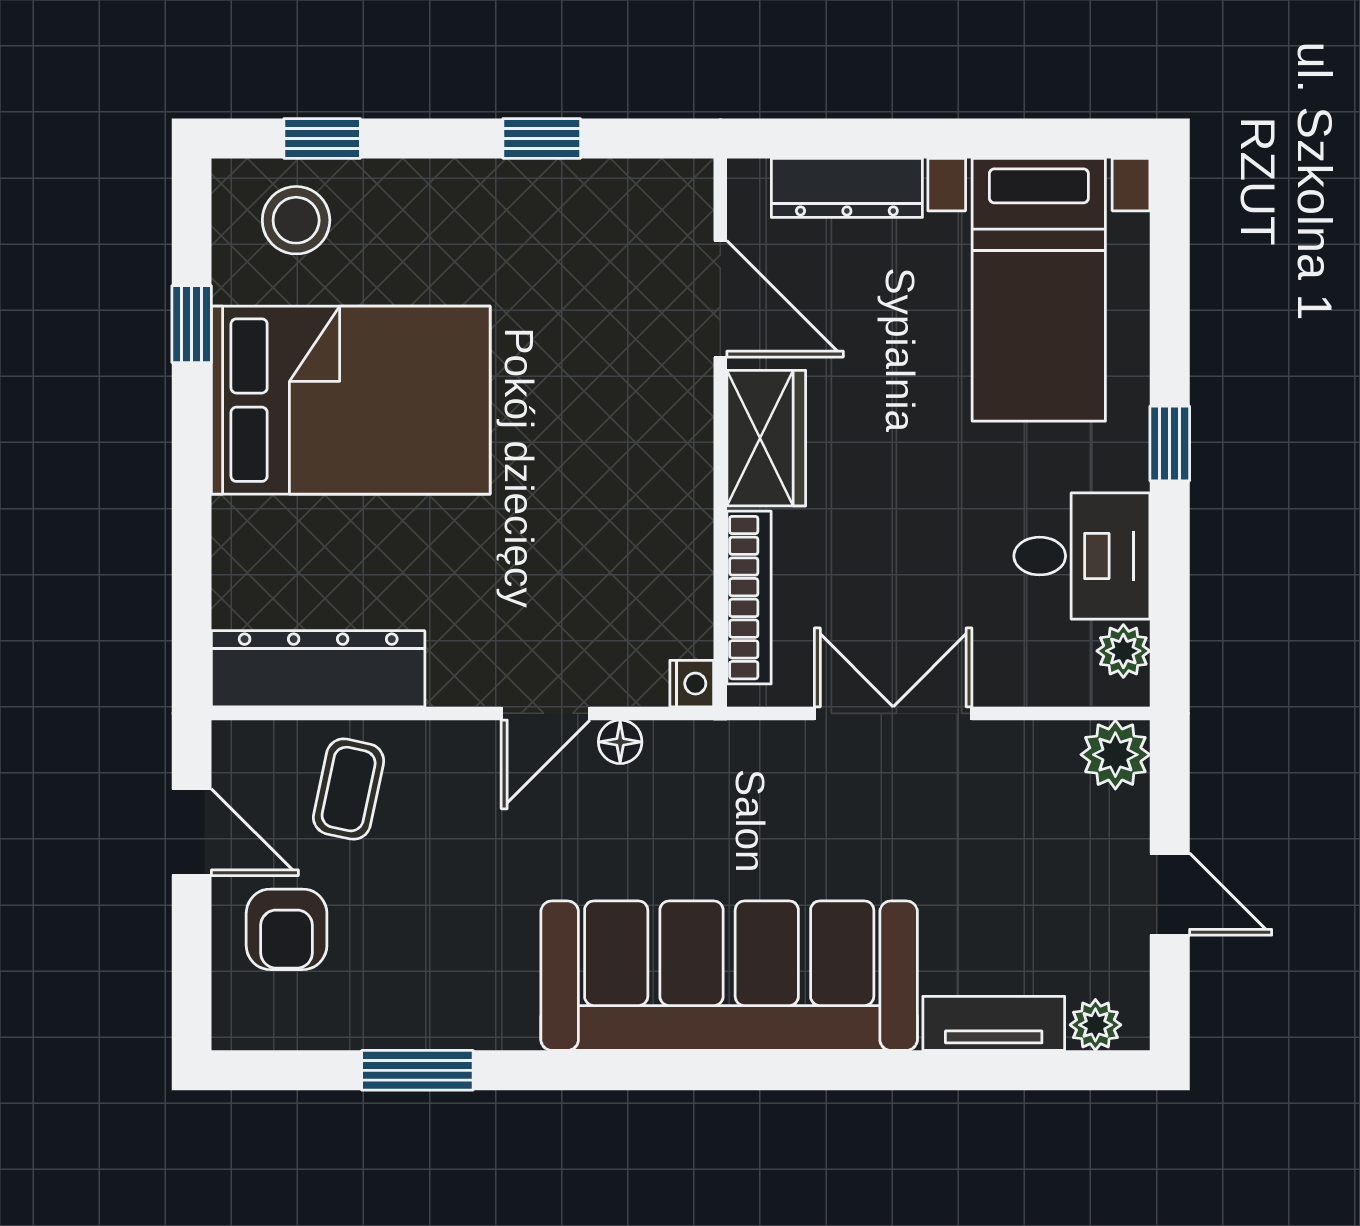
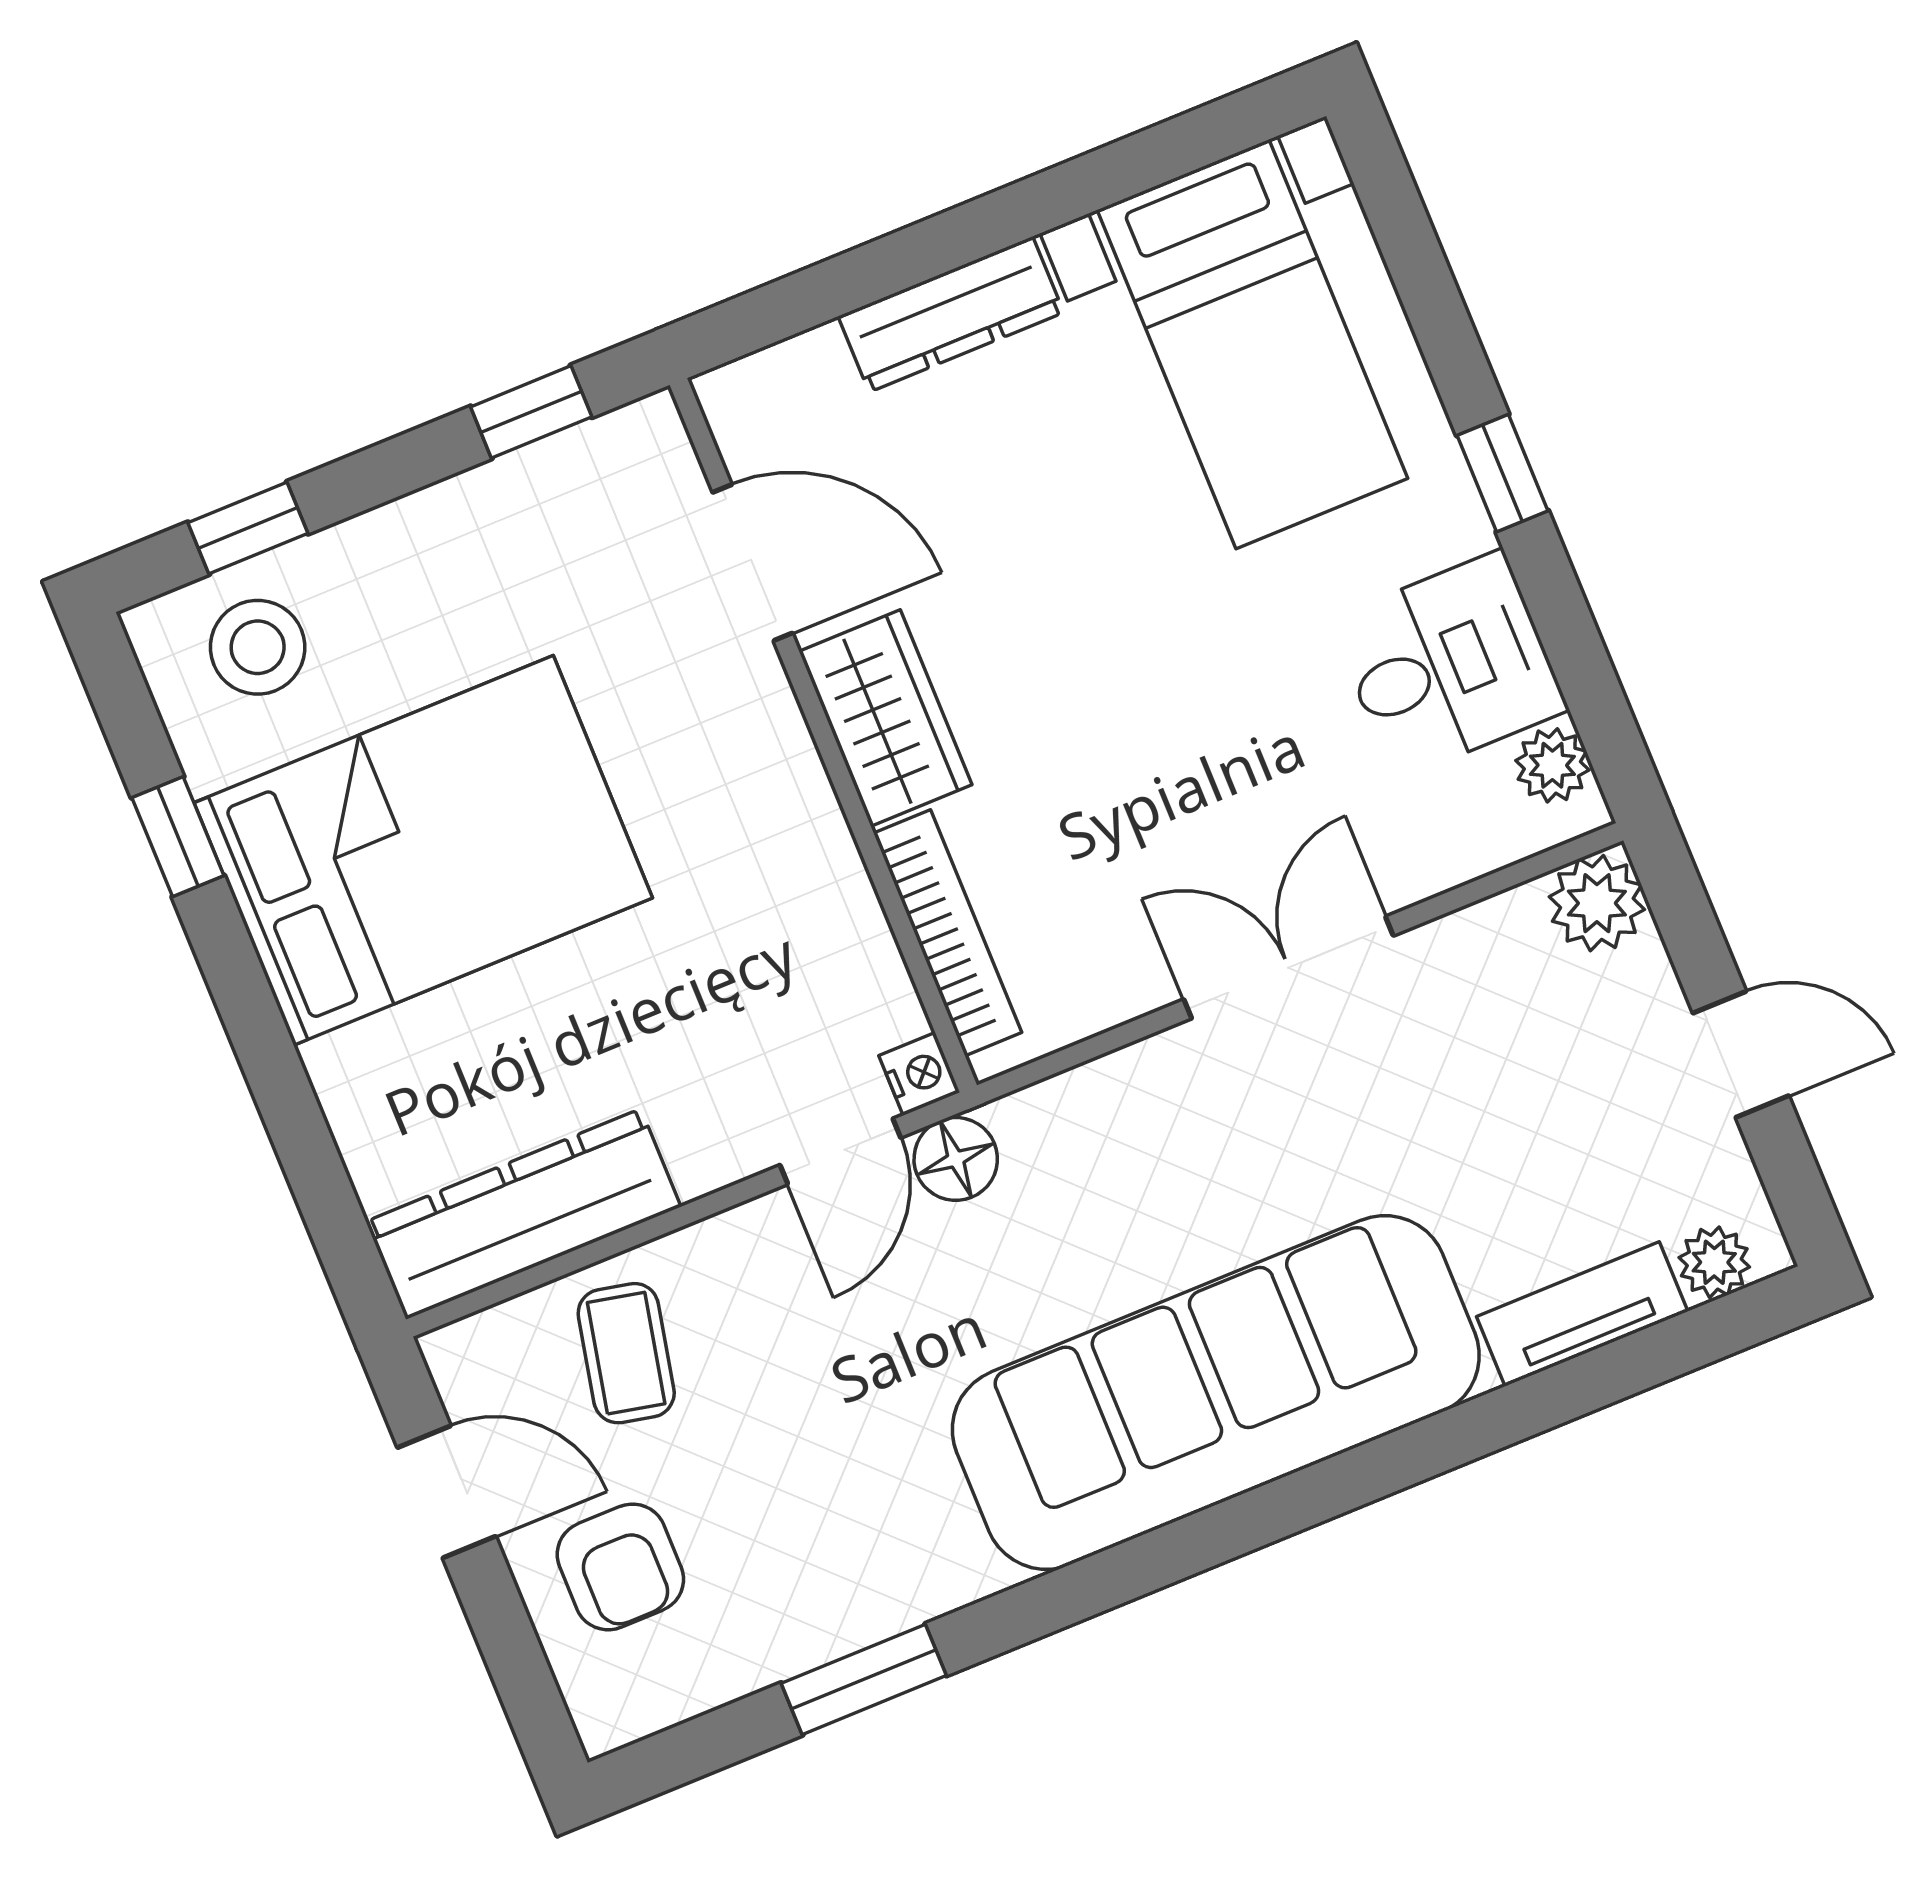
door: (720, 299) -> (753, 563), moved
wall: (720, 433) -> (823, 735), moved
wardrobe: (766, 438) -> (886, 718), moved
bookcase: (749, 598) -> (948, 933), moved
nightstand: (692, 684) -> (919, 1074), moved
floor lamp: (620, 742) -> (956, 1159), width x1.37, depth x1.37

